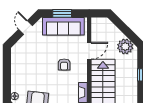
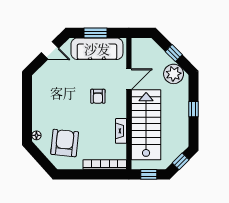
door: (26, 27) -> (50, 50), swing flipped
window: (125, 30) -> (174, 53), added

